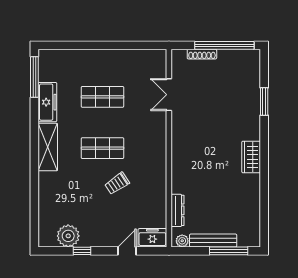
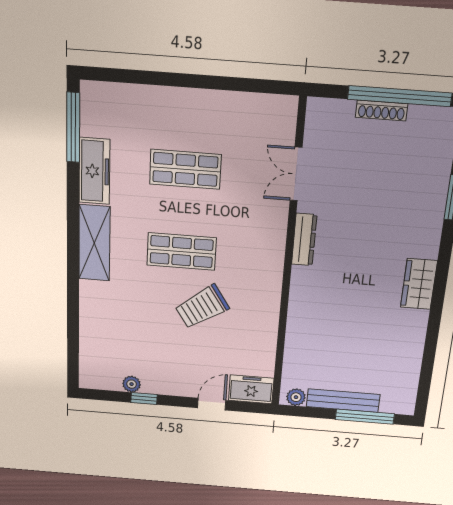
shoe rack: (202, 54) -> (382, 110), moved
trolley: (117, 183) -> (202, 307), width x1.36, depth x1.39
dresser: (178, 210) -> (304, 240), moved
plant: (68, 236) -> (132, 384), width x0.53, depth x0.53

